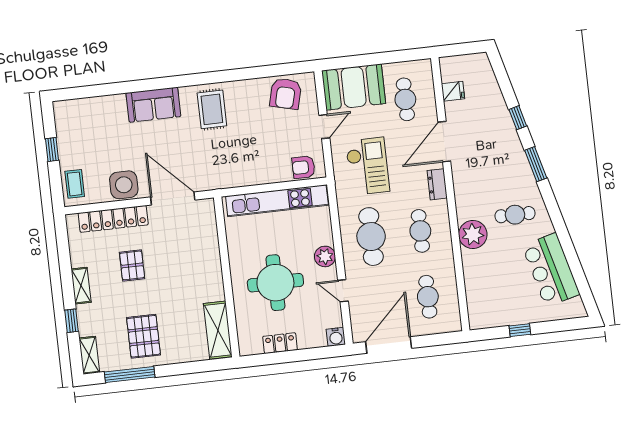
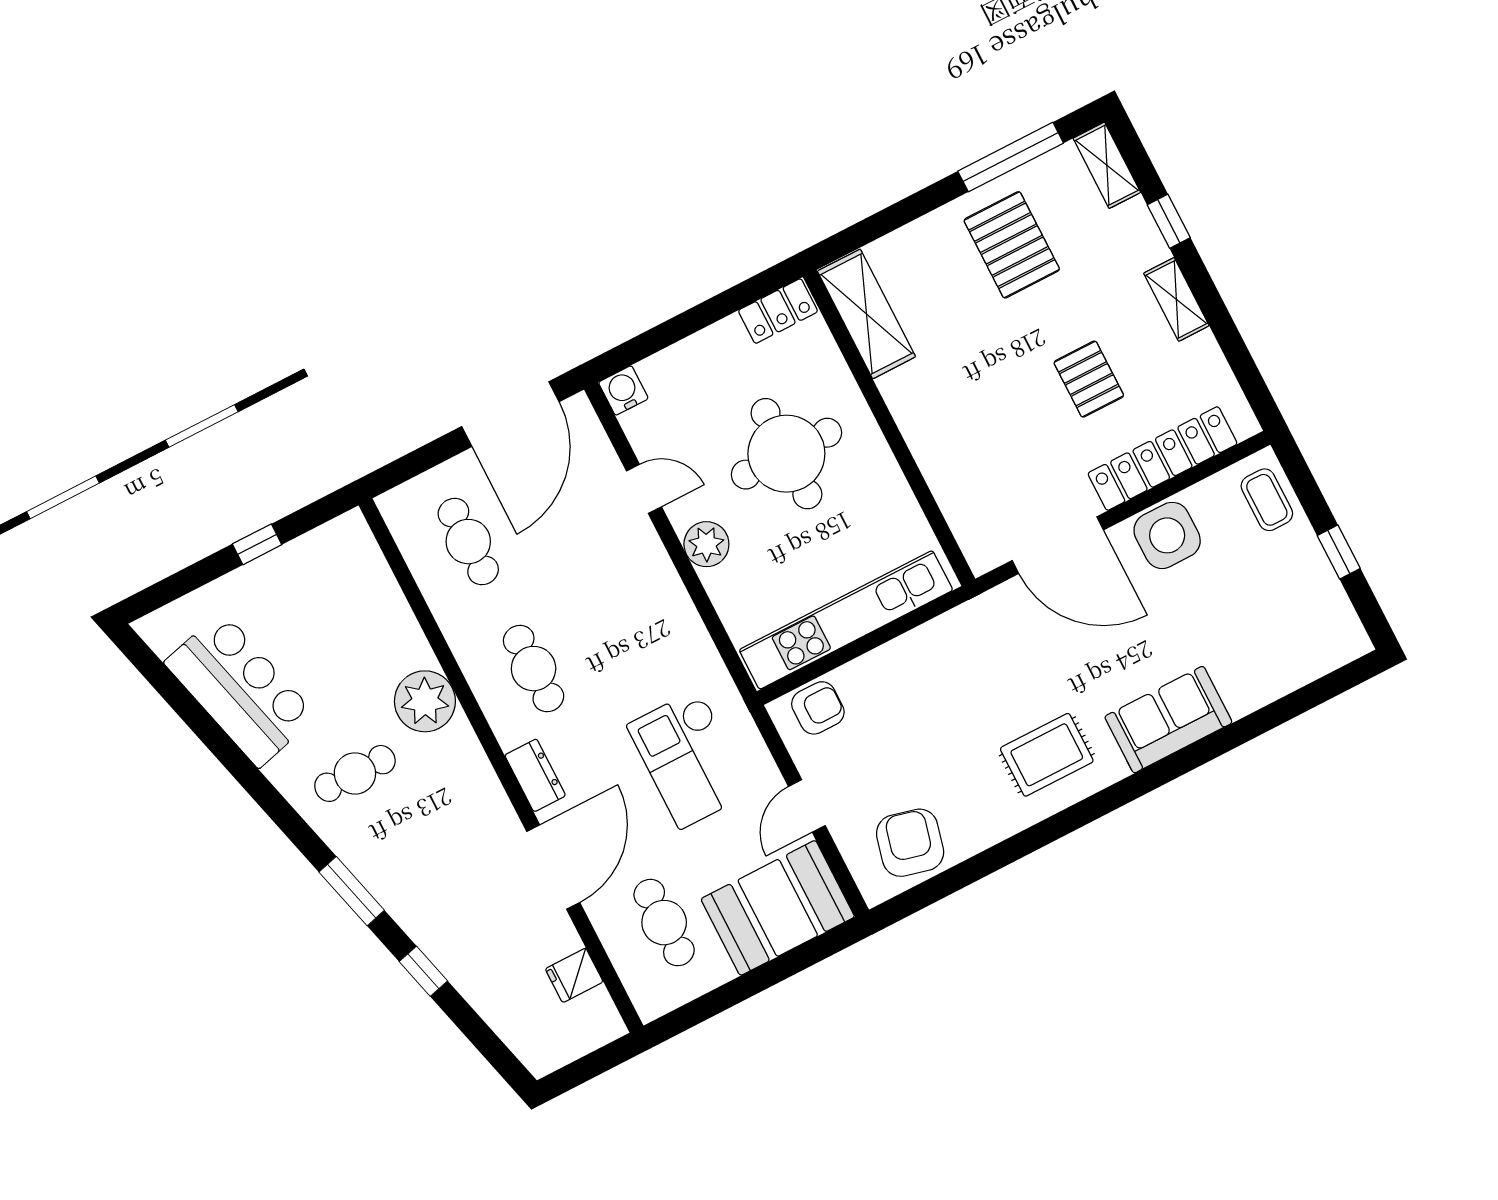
rug: (212, 109) -> (1047, 755), turned 90
cafe table: (371, 237) -> (629, 620), removed
locker: (280, 343) -> (778, 311), moved

